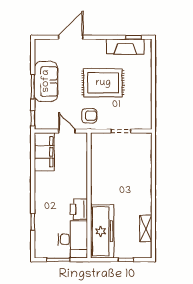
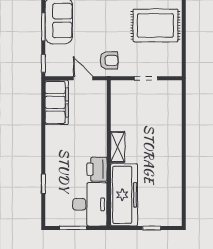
rug: (103, 83) -> (155, 25), moved
shelving: (146, 228) -> (118, 147), moved

